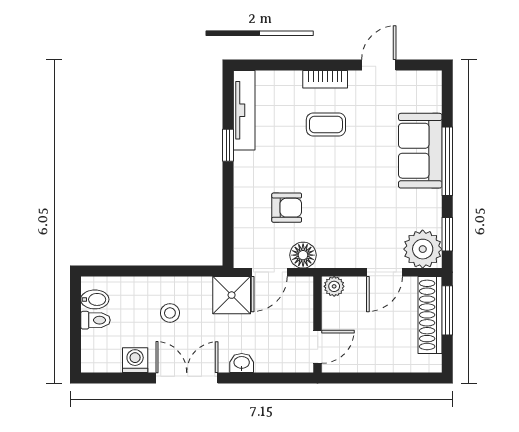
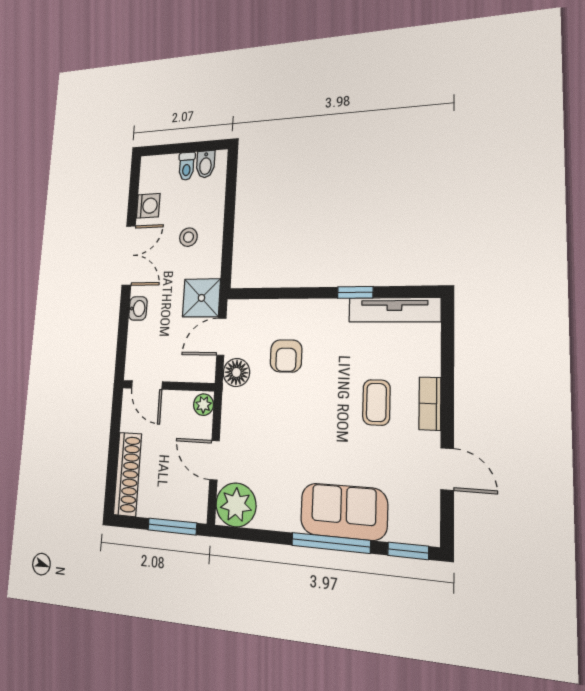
window: (447, 234) -> (408, 551), moved
door: (269, 272) -> (221, 337), hinge flipped
shoe rack: (430, 315) -> (128, 474), moved, turned 90

